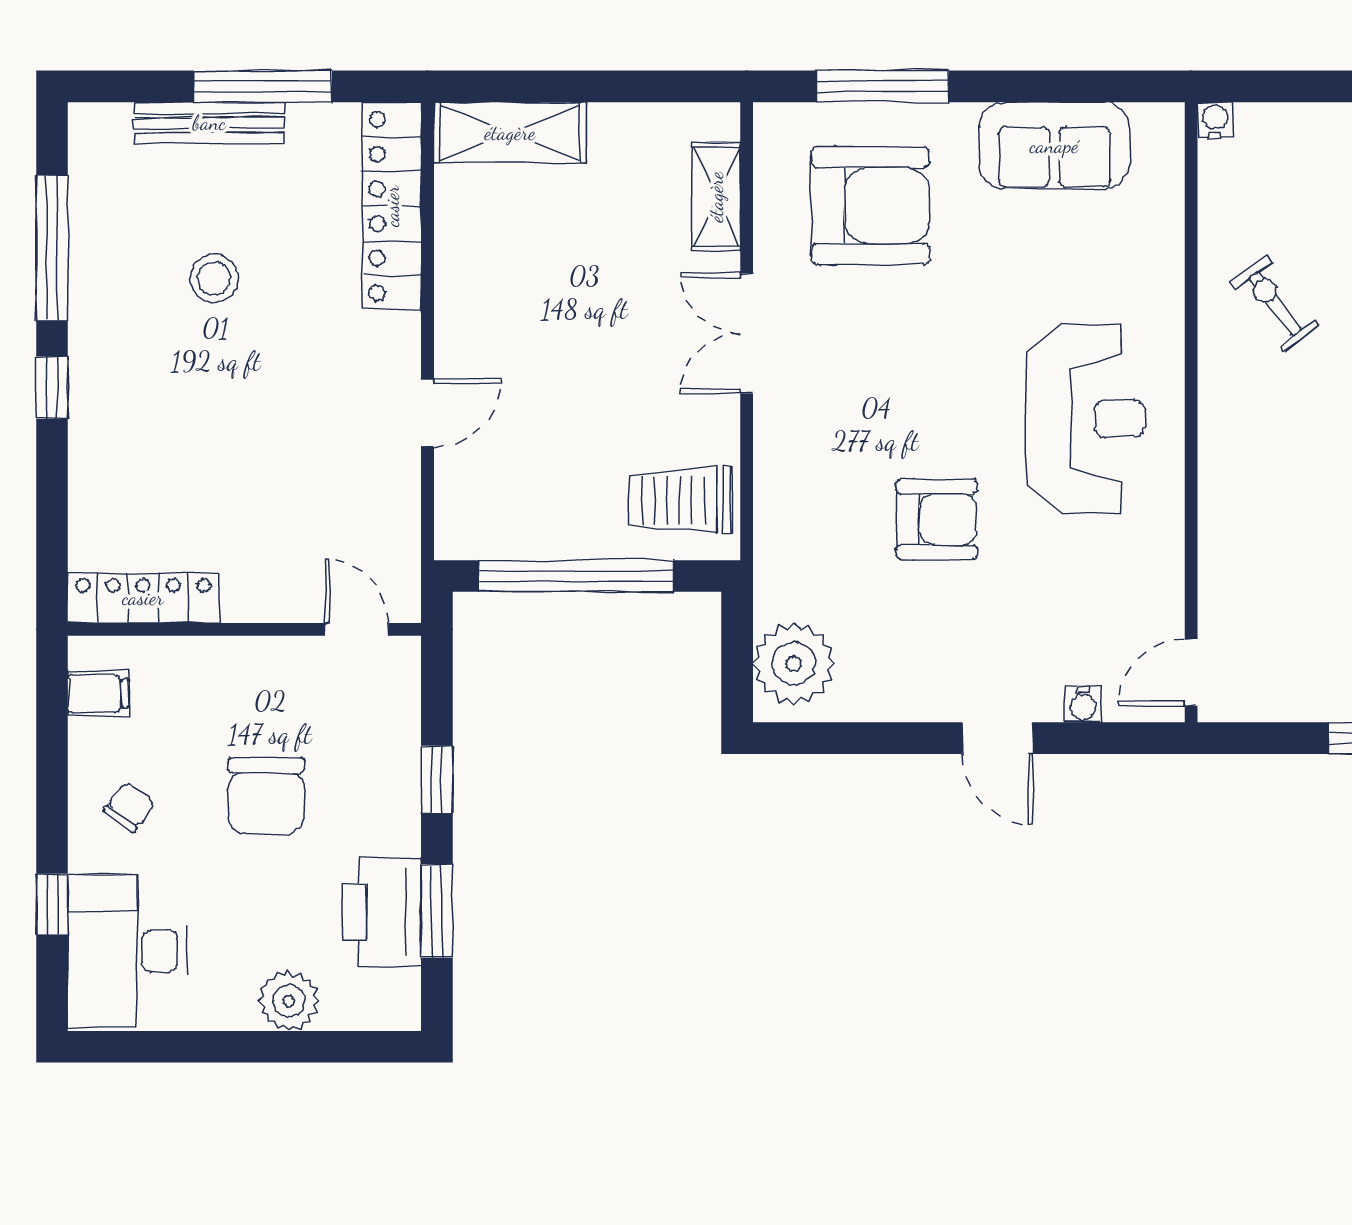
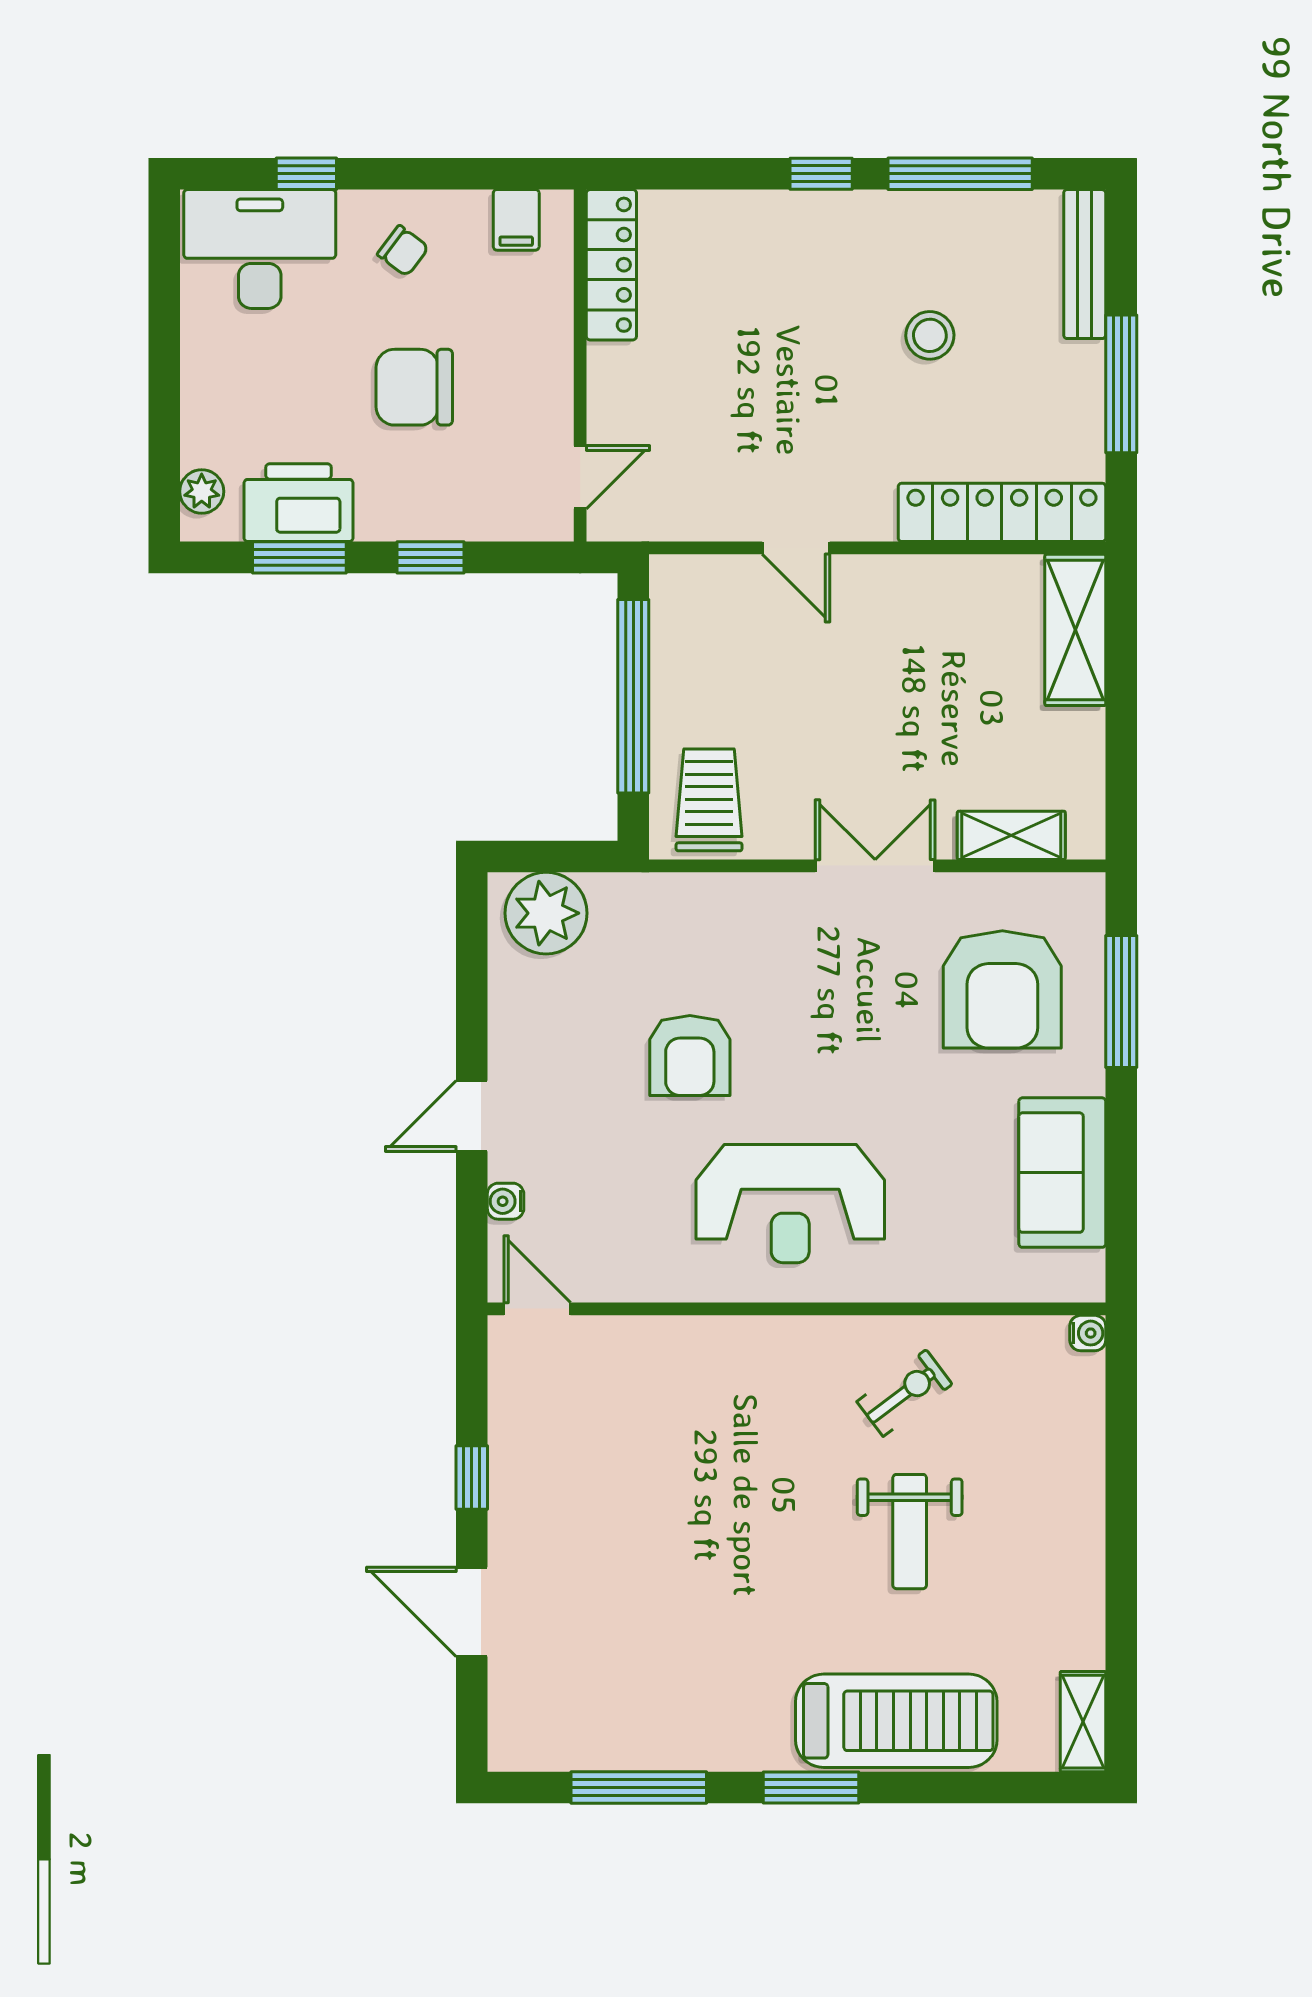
bench: (209, 123) -> (1085, 264), moved
plant: (289, 1001) -> (202, 491), moved, width x0.73, depth x0.73

